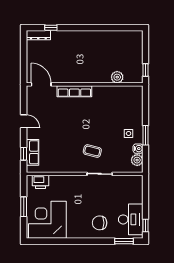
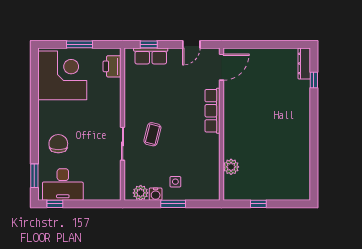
plant: (117, 77) -> (231, 167), moved
door: (41, 84) -> (221, 67), moved
wall: (85, 84) -> (221, 124), moved
row of seats: (74, 91) -> (212, 111), moved

